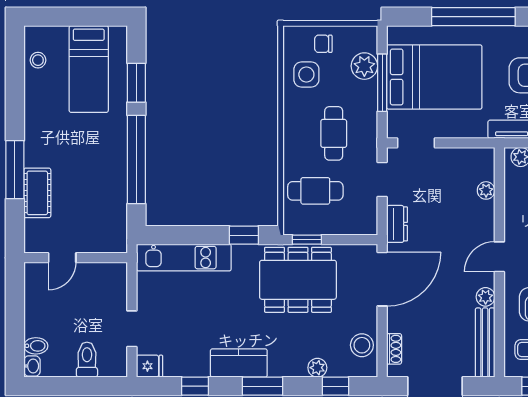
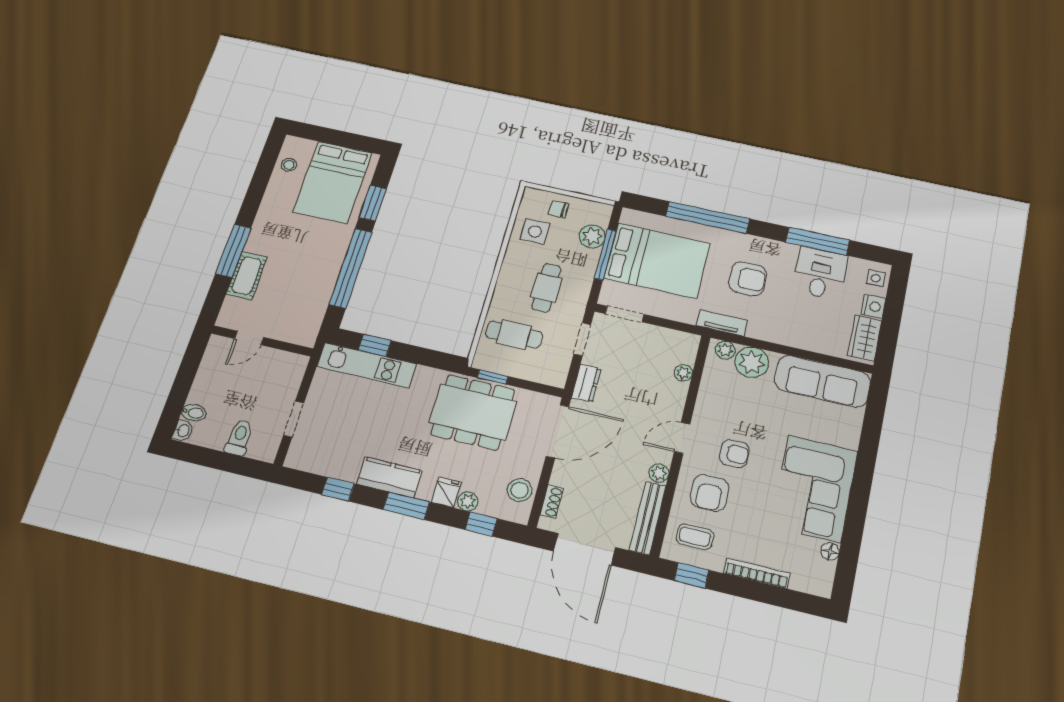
bed: (89, 69) -> (333, 182), width x1.50
window: (244, 235) -> (375, 345), moved
fridge: (150, 366) -> (446, 492), moved, turned -90

